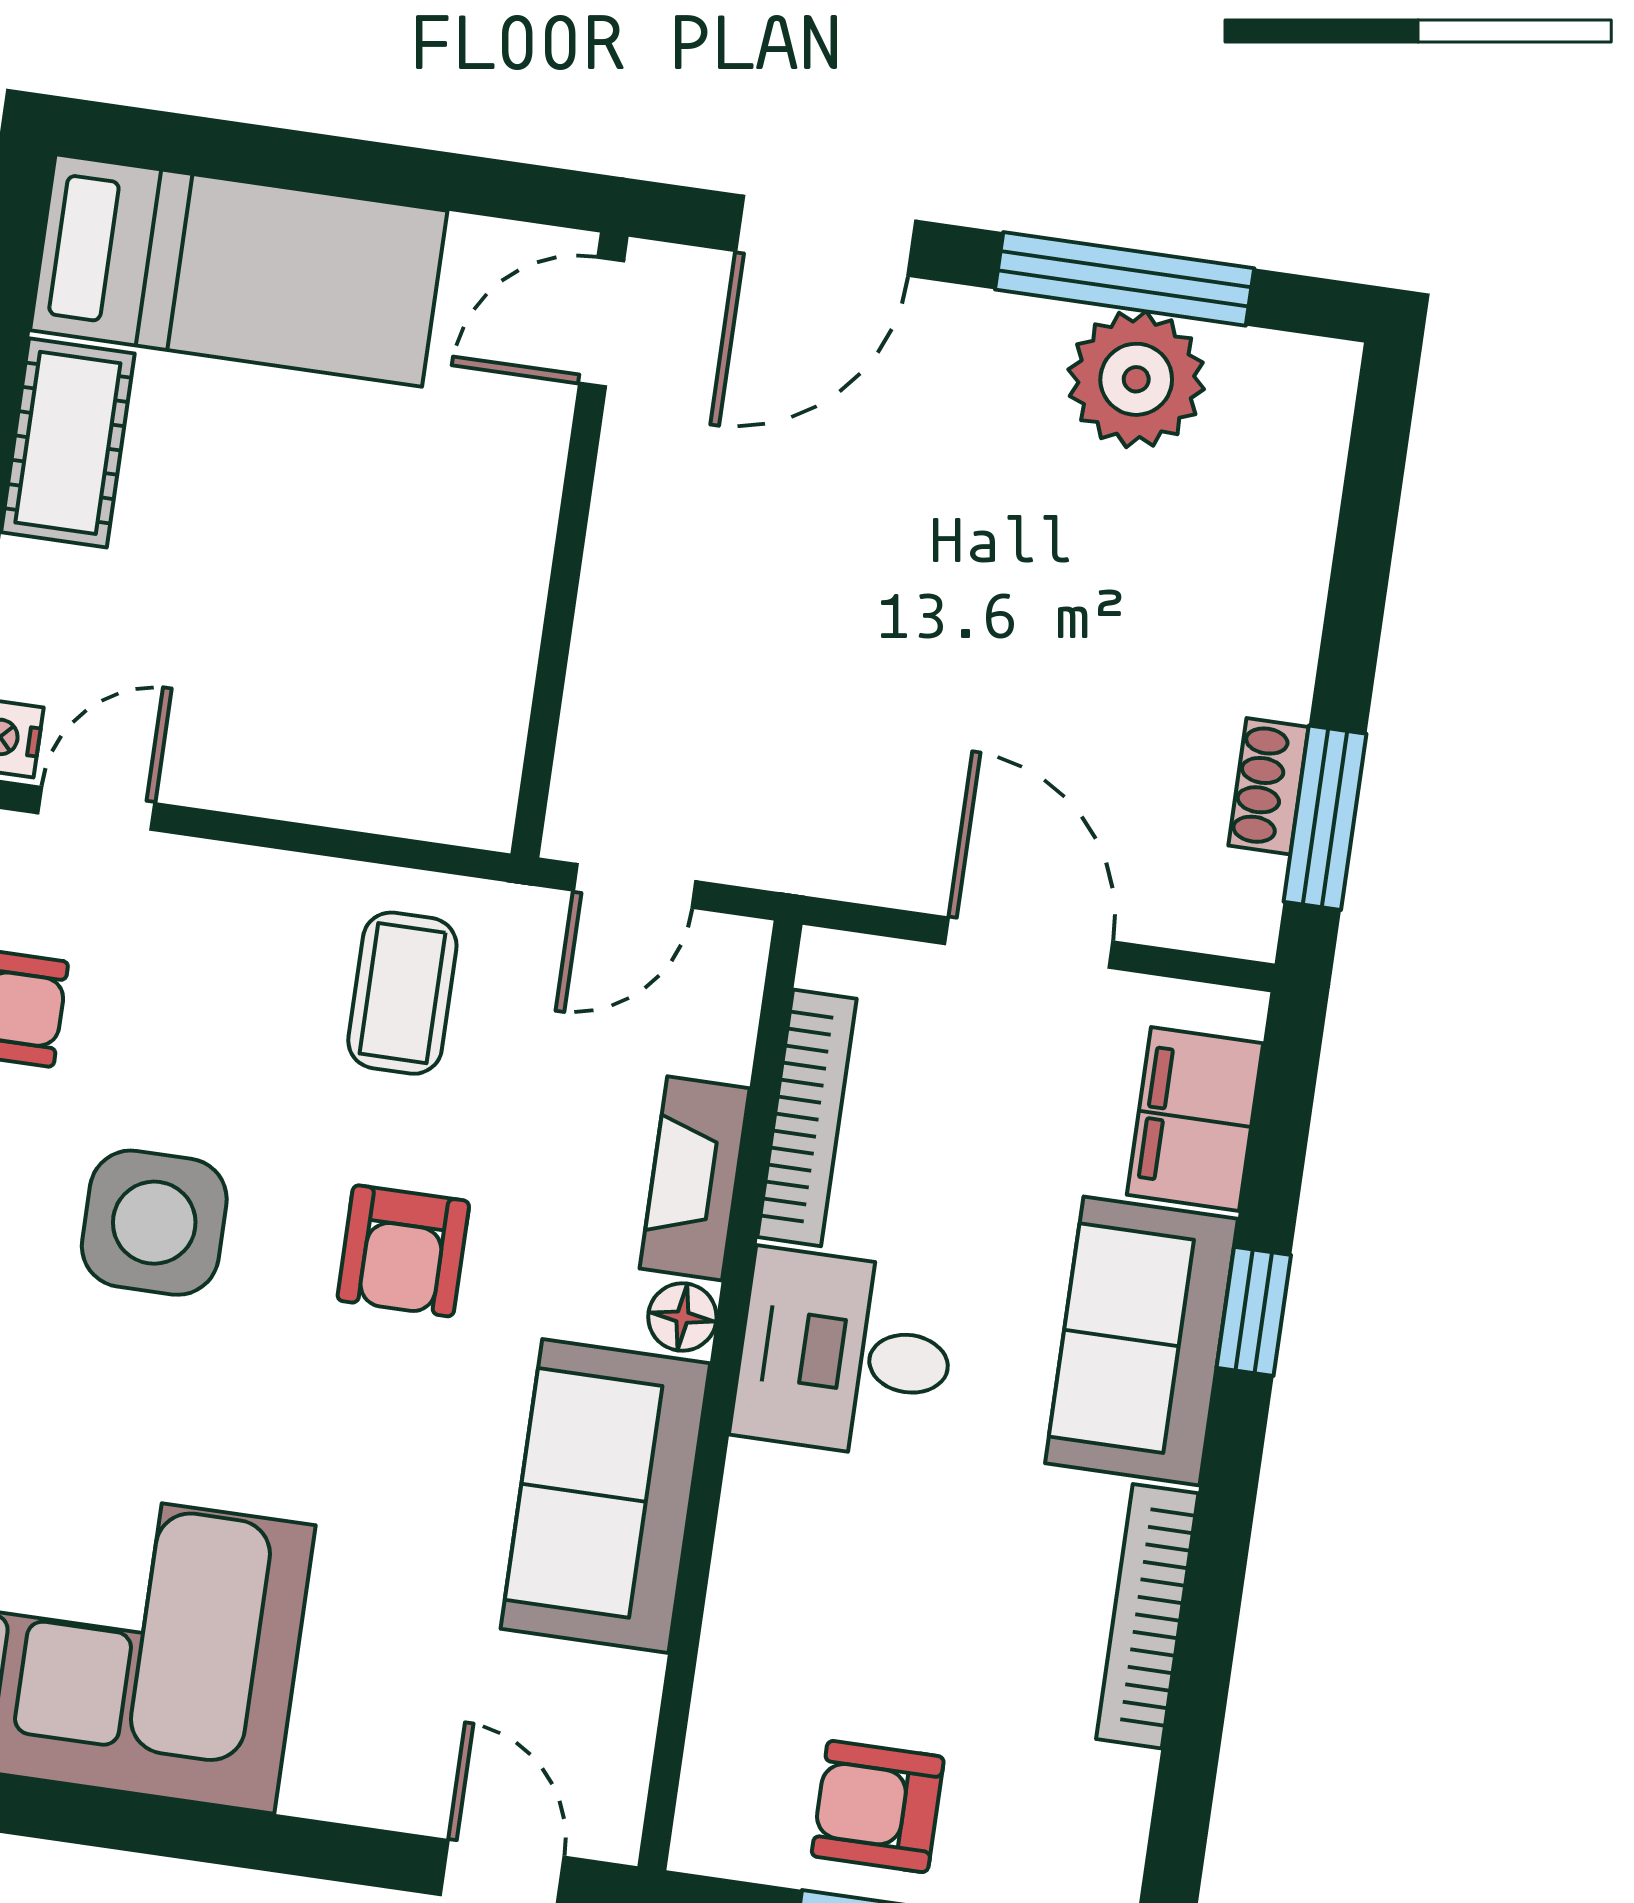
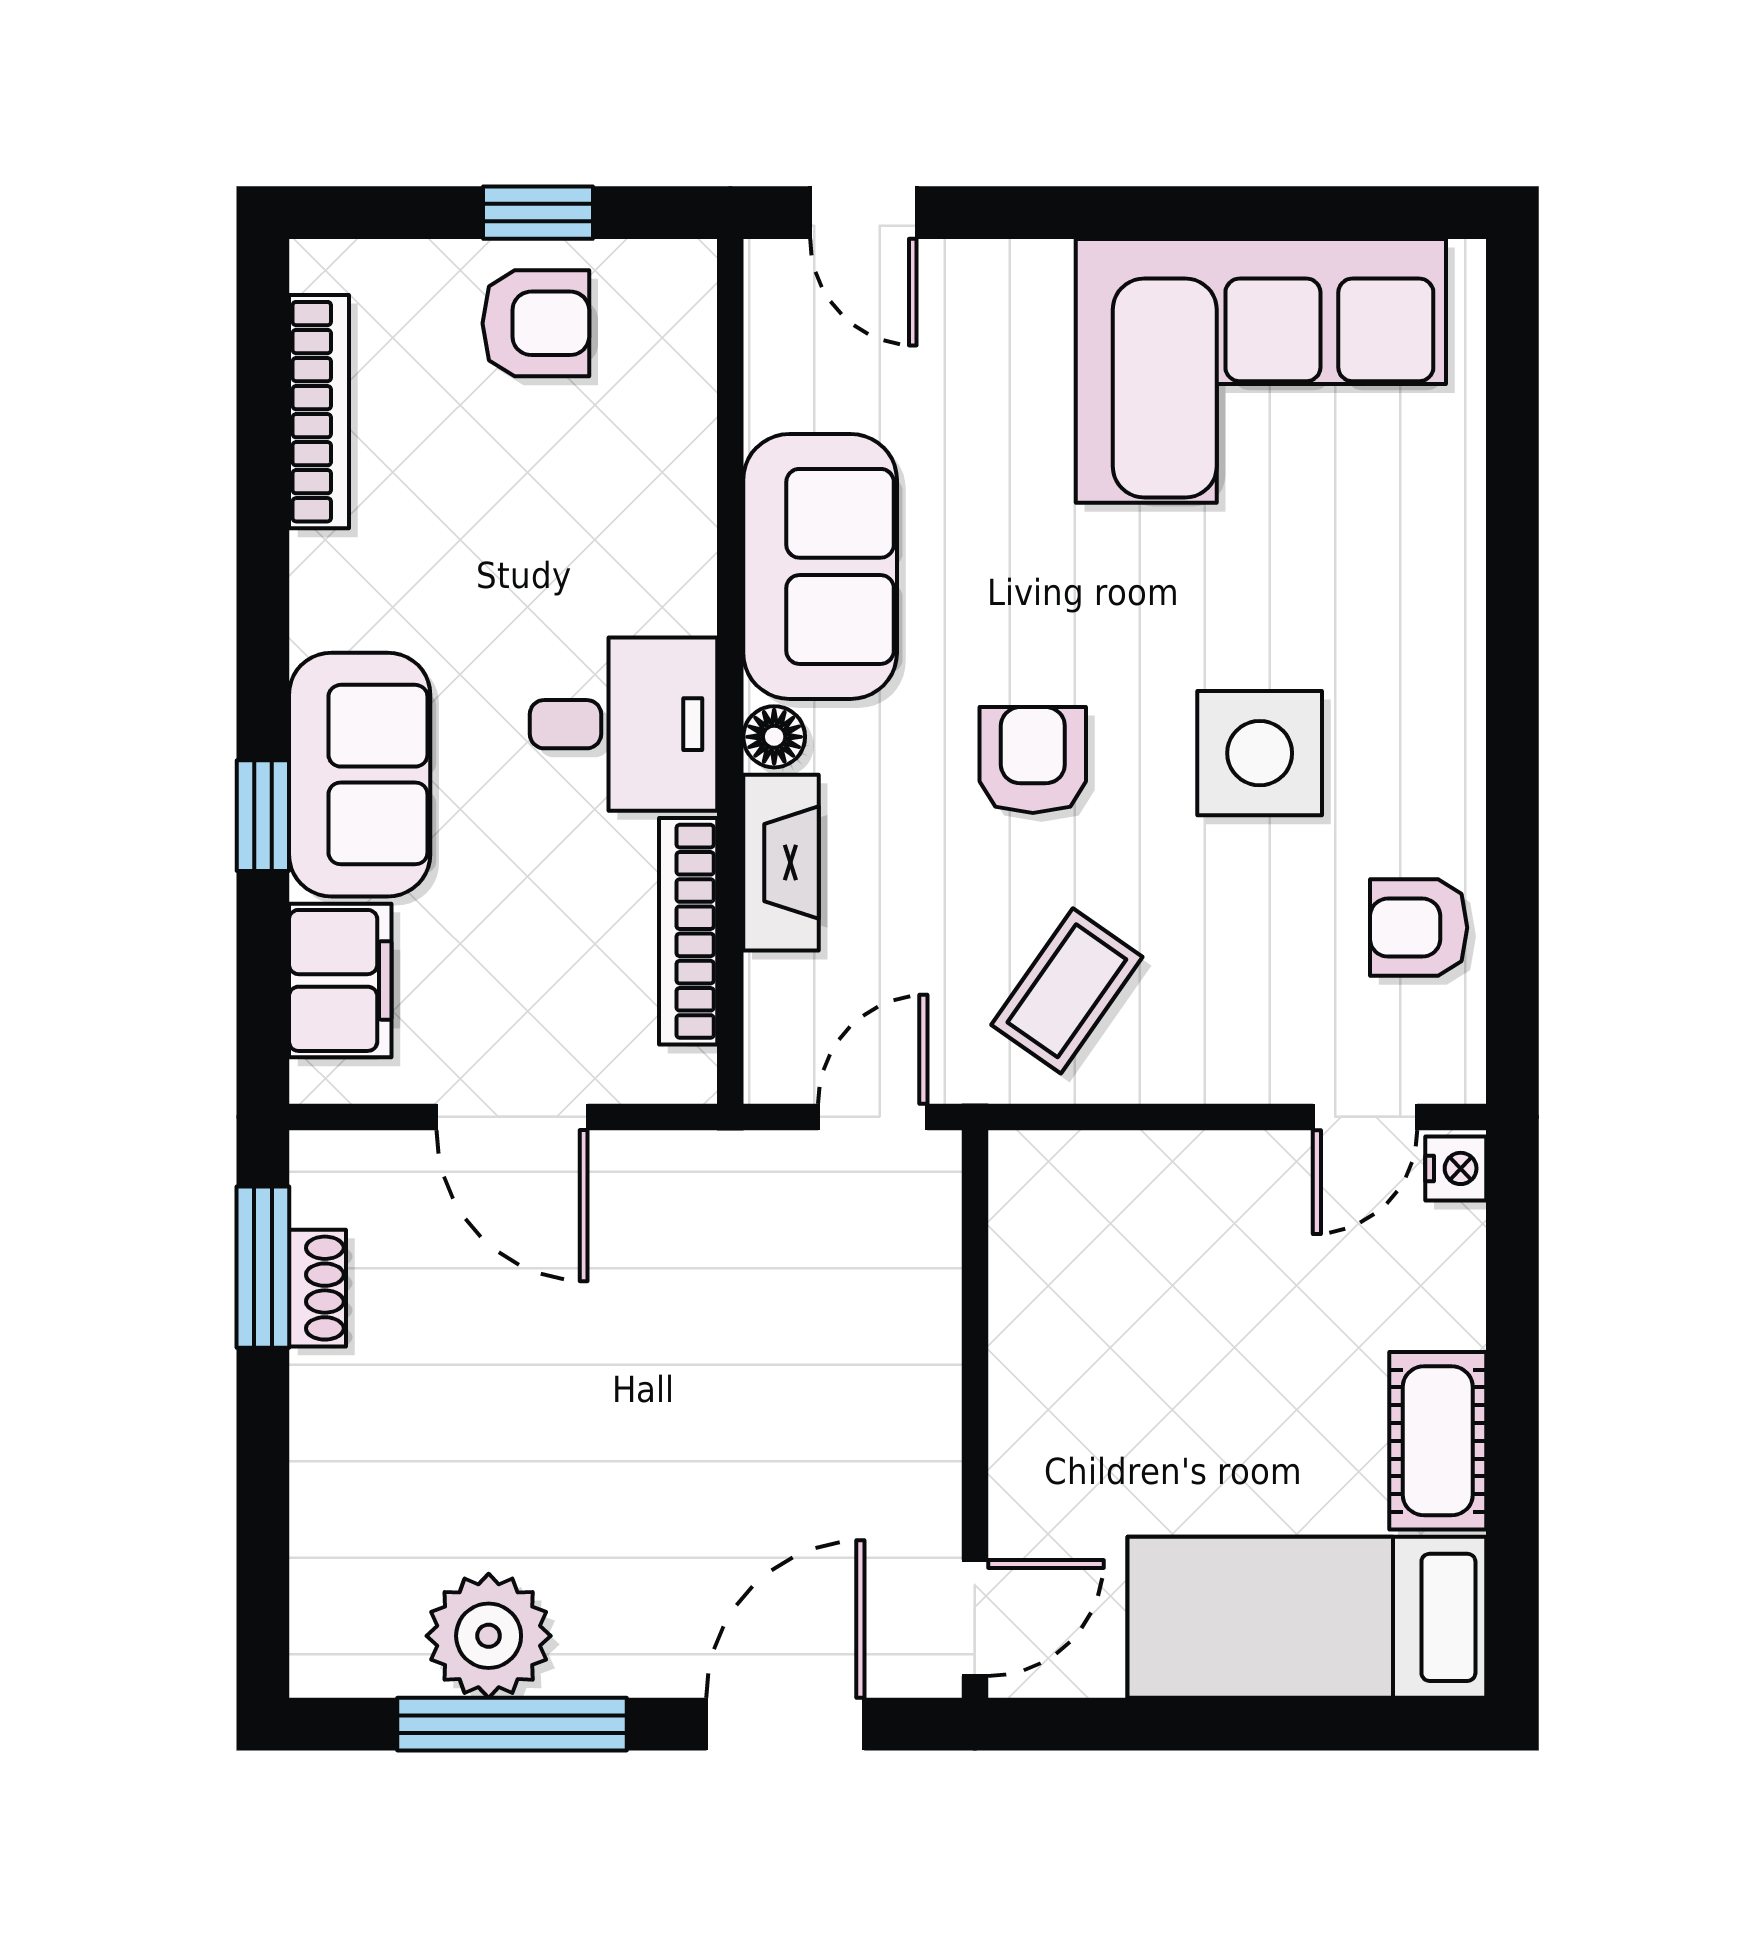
coffee table: (402, 993) -> (1067, 991), turned 35
bookcase: (1147, 1616) -> (319, 412), moved

